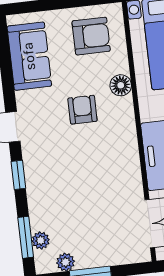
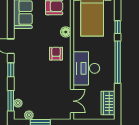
armchair: (82, 110) -> (56, 54), moved

